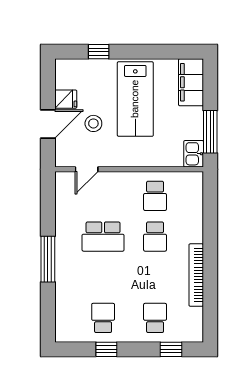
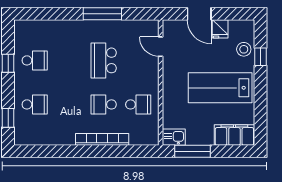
stool: (93, 123) -> (244, 49), moved
school desk: (155, 196) -> (138, 104), turned 180
window: (48, 259) -> (102, 14), moved
bookcase: (196, 275) -> (102, 139), moved

